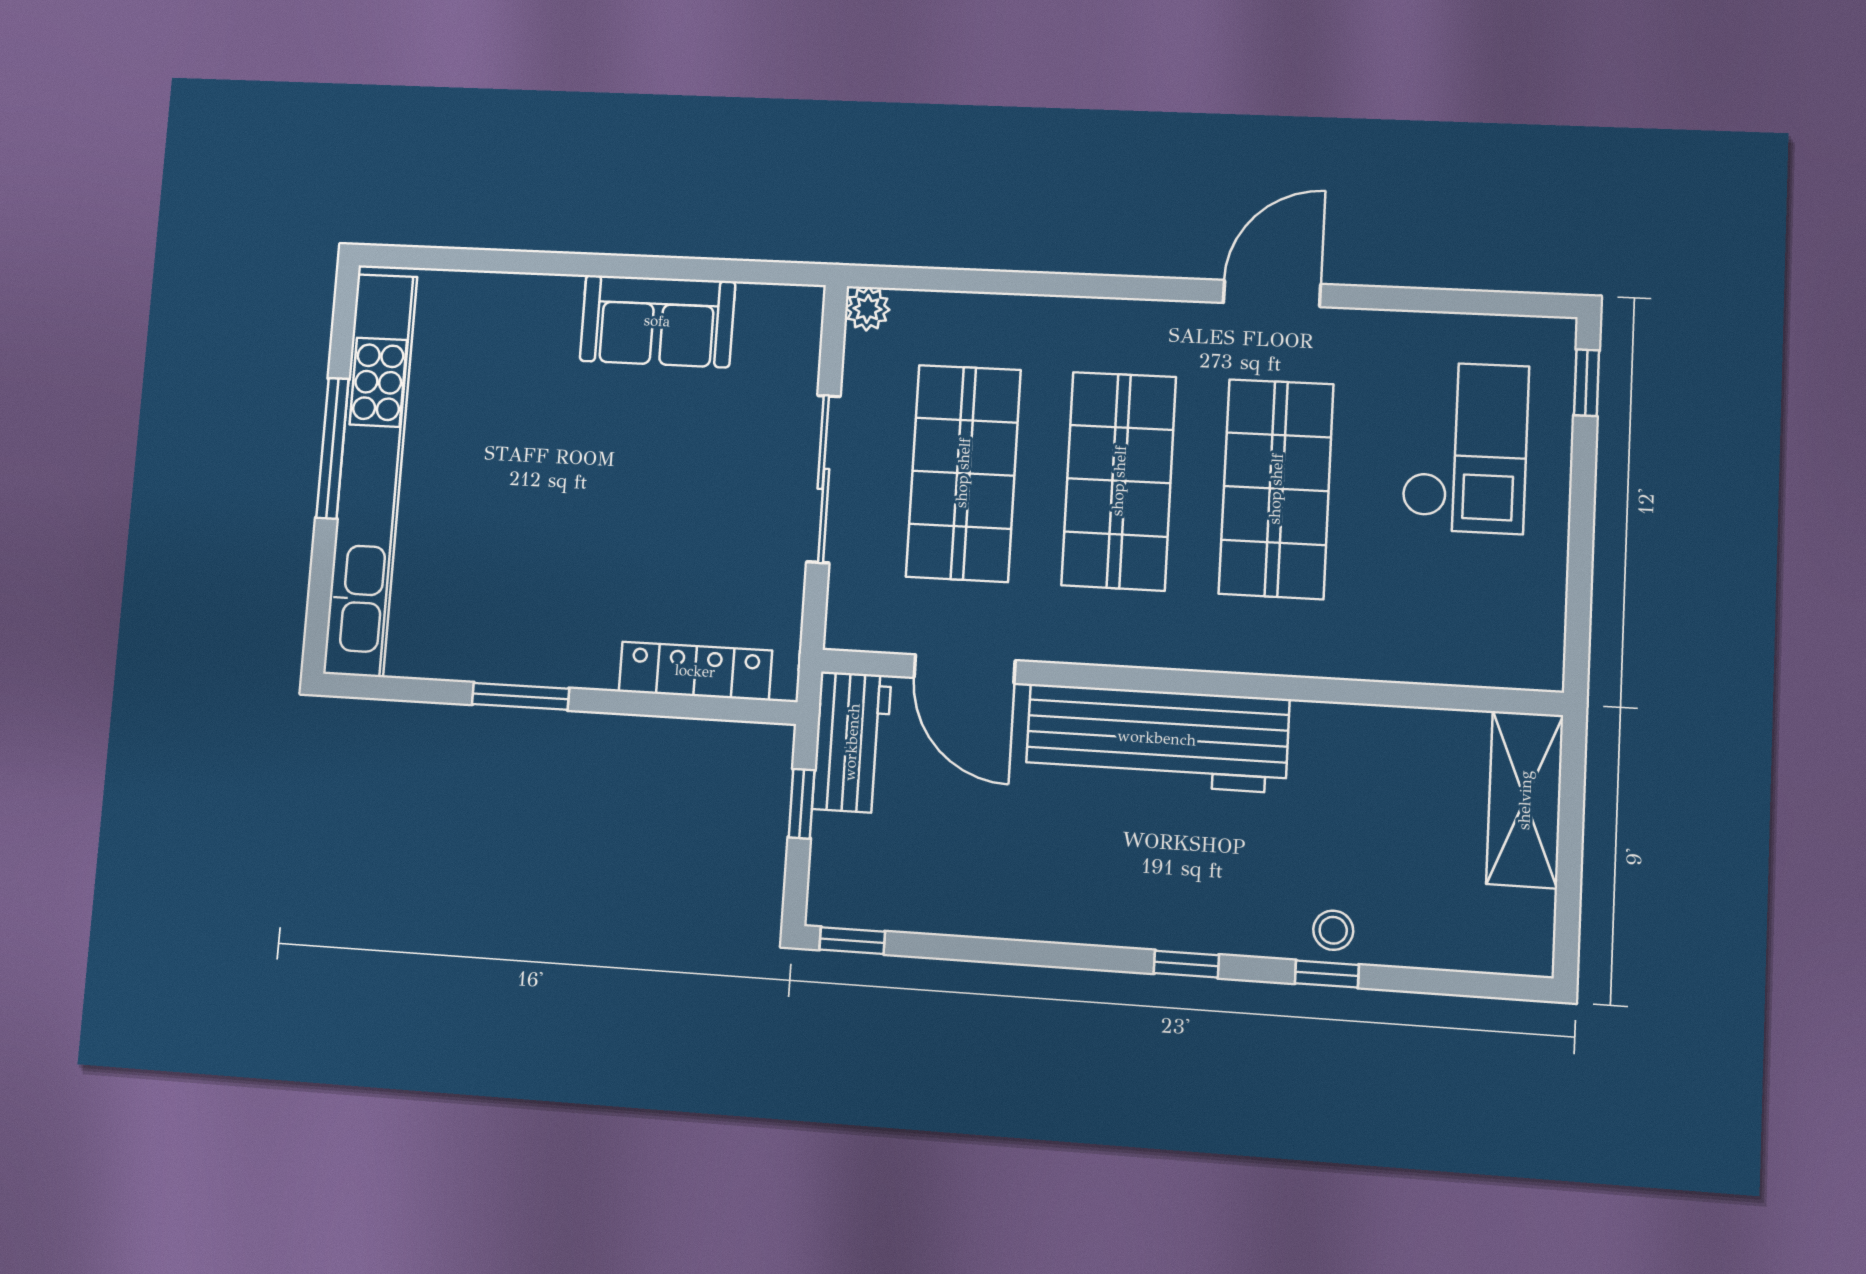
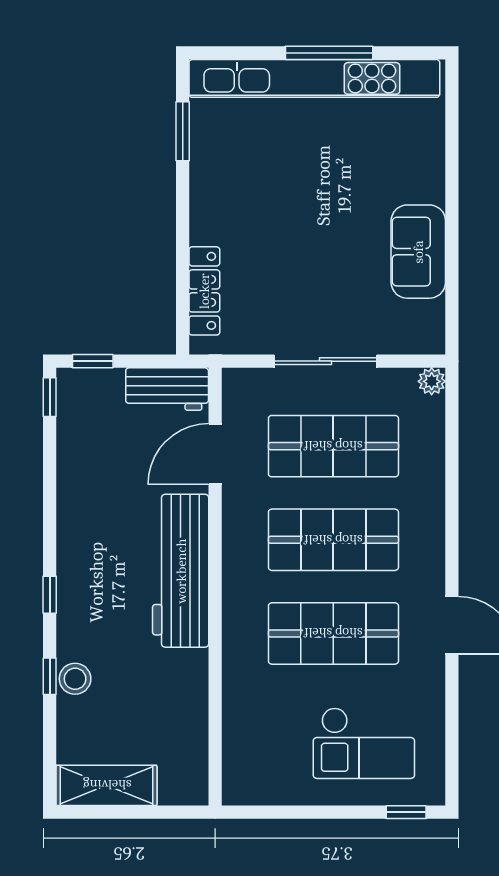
window: (521, 696) -> (183, 131), moved
shelving: (1525, 800) -> (107, 785), moved
window: (802, 804) -> (93, 361), moved
stool: (1333, 930) -> (75, 679), width x1.37, depth x1.37

